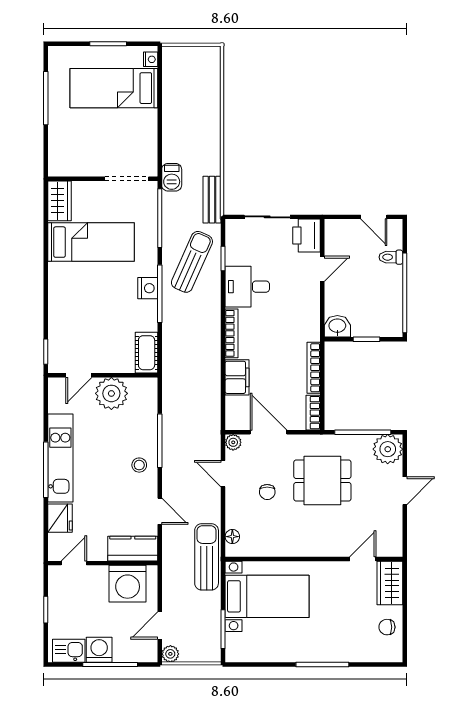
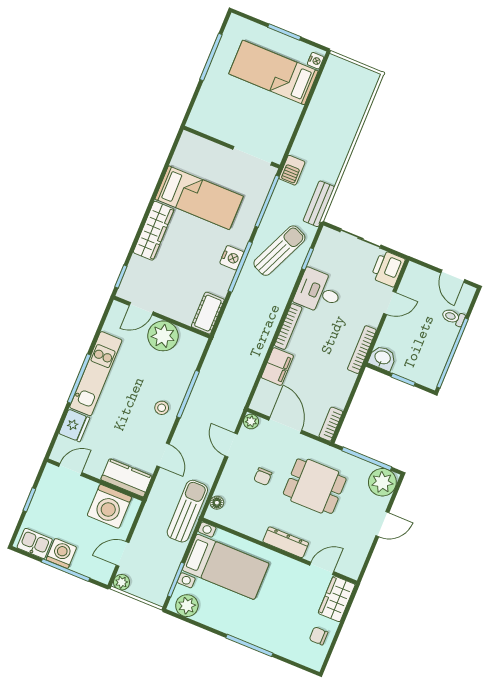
wardrobe: (59, 201) -> (154, 231), moved, width x1.50
bookcase: (314, 368) -> (362, 350), moved
dresser: (316, 548) -> (286, 542), added
plant: (244, 650) -> (187, 606), added

